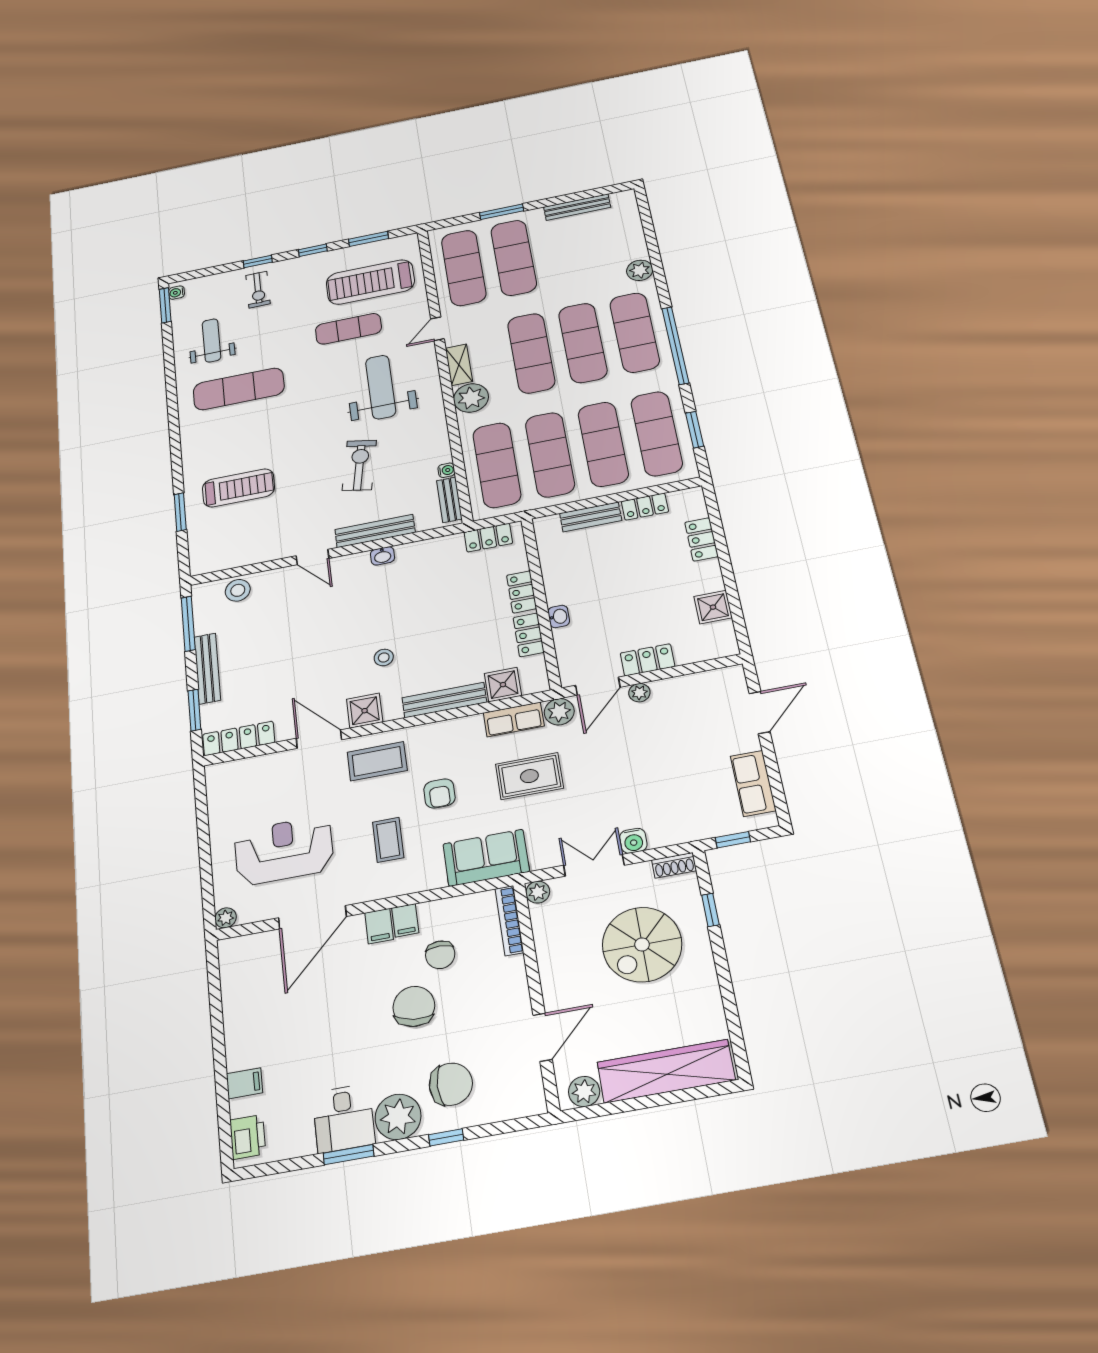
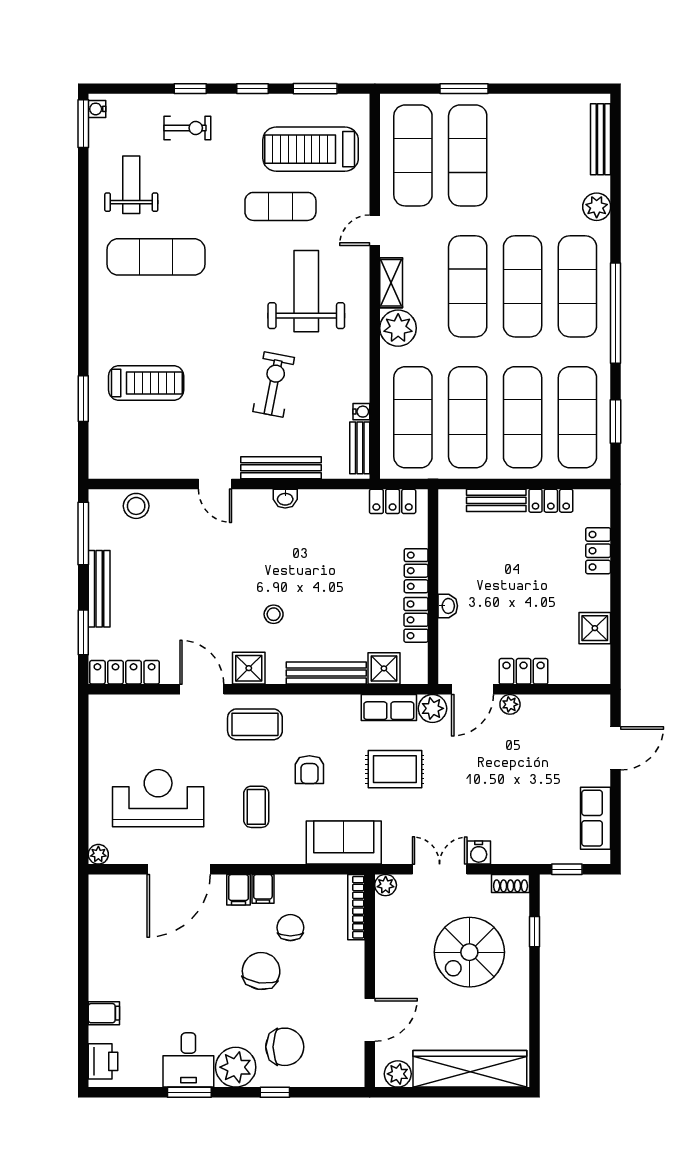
bench: (577, 207) -> (601, 139), moved, turned 90
exercise bike: (258, 290) -> (187, 128), turned -90
chair: (440, 955) -> (290, 928), turned 180

